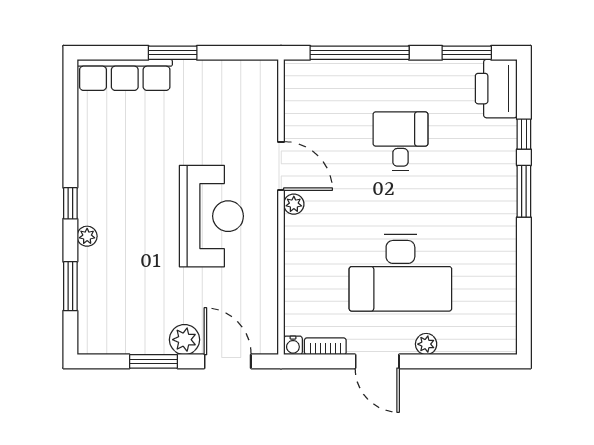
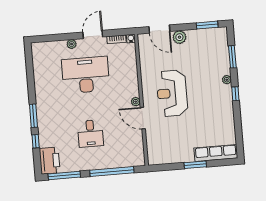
window: (467, 53) -> (64, 175), width x1.44
window: (153, 361) -> (207, 25), moved
door: (377, 361) -> (93, 35), hinge flipped

